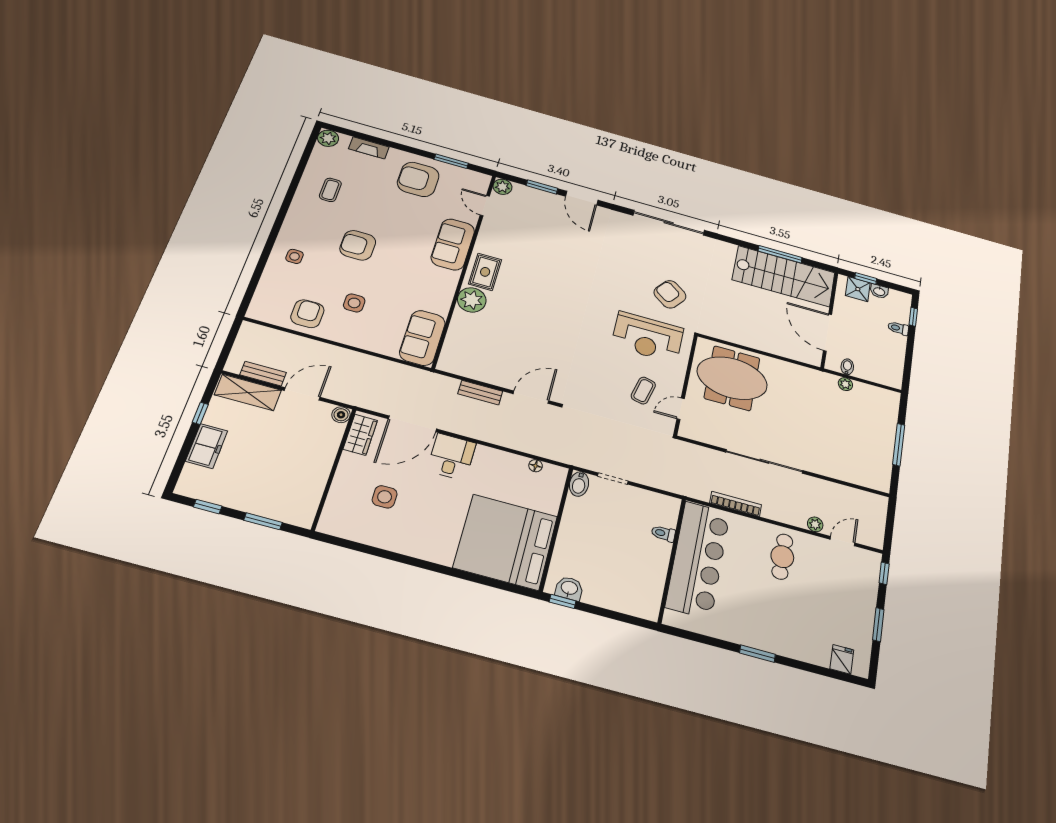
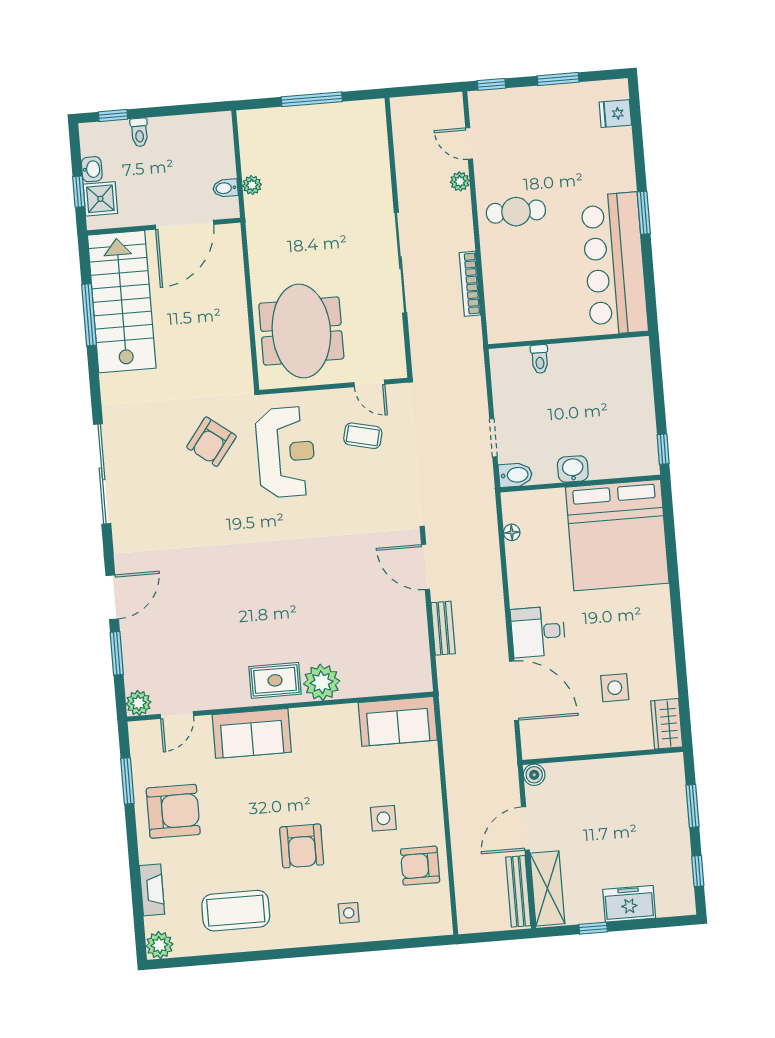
armchair: (418, 179) -> (173, 811), turned -90
coffee table: (330, 190) -> (236, 911), width x1.86, depth x1.72
bench: (263, 374) -> (518, 891), width x1.36
door: (302, 394) -> (525, 828), hinge flipped
wardrobe: (360, 435) -> (667, 724), moved, turned -90
bar counter: (698, 559) -> (614, 264), moved, turned -90
washbasin: (569, 588) -> (573, 469), moved, turned 90

